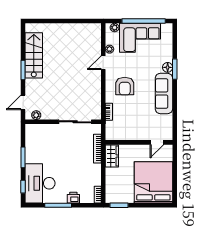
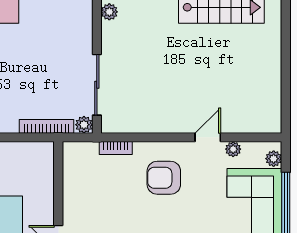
door: (103, 63) -> (208, 137), hinge flipped
plant: (96, 129) -> (84, 125), added
wardrobe: (112, 156) -> (33, 154), removed

